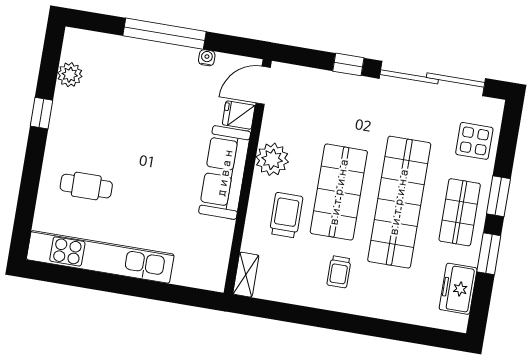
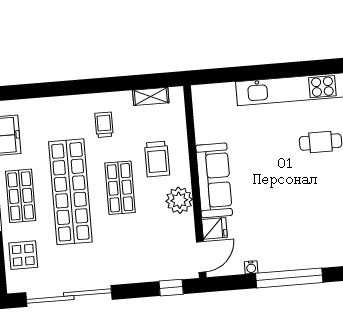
window: (348, 64) -> (171, 288), moved
shop shelf: (339, 192) -> (120, 188), width x0.70, depth x0.74
shelving: (246, 275) -> (151, 96), moved, turned 90

